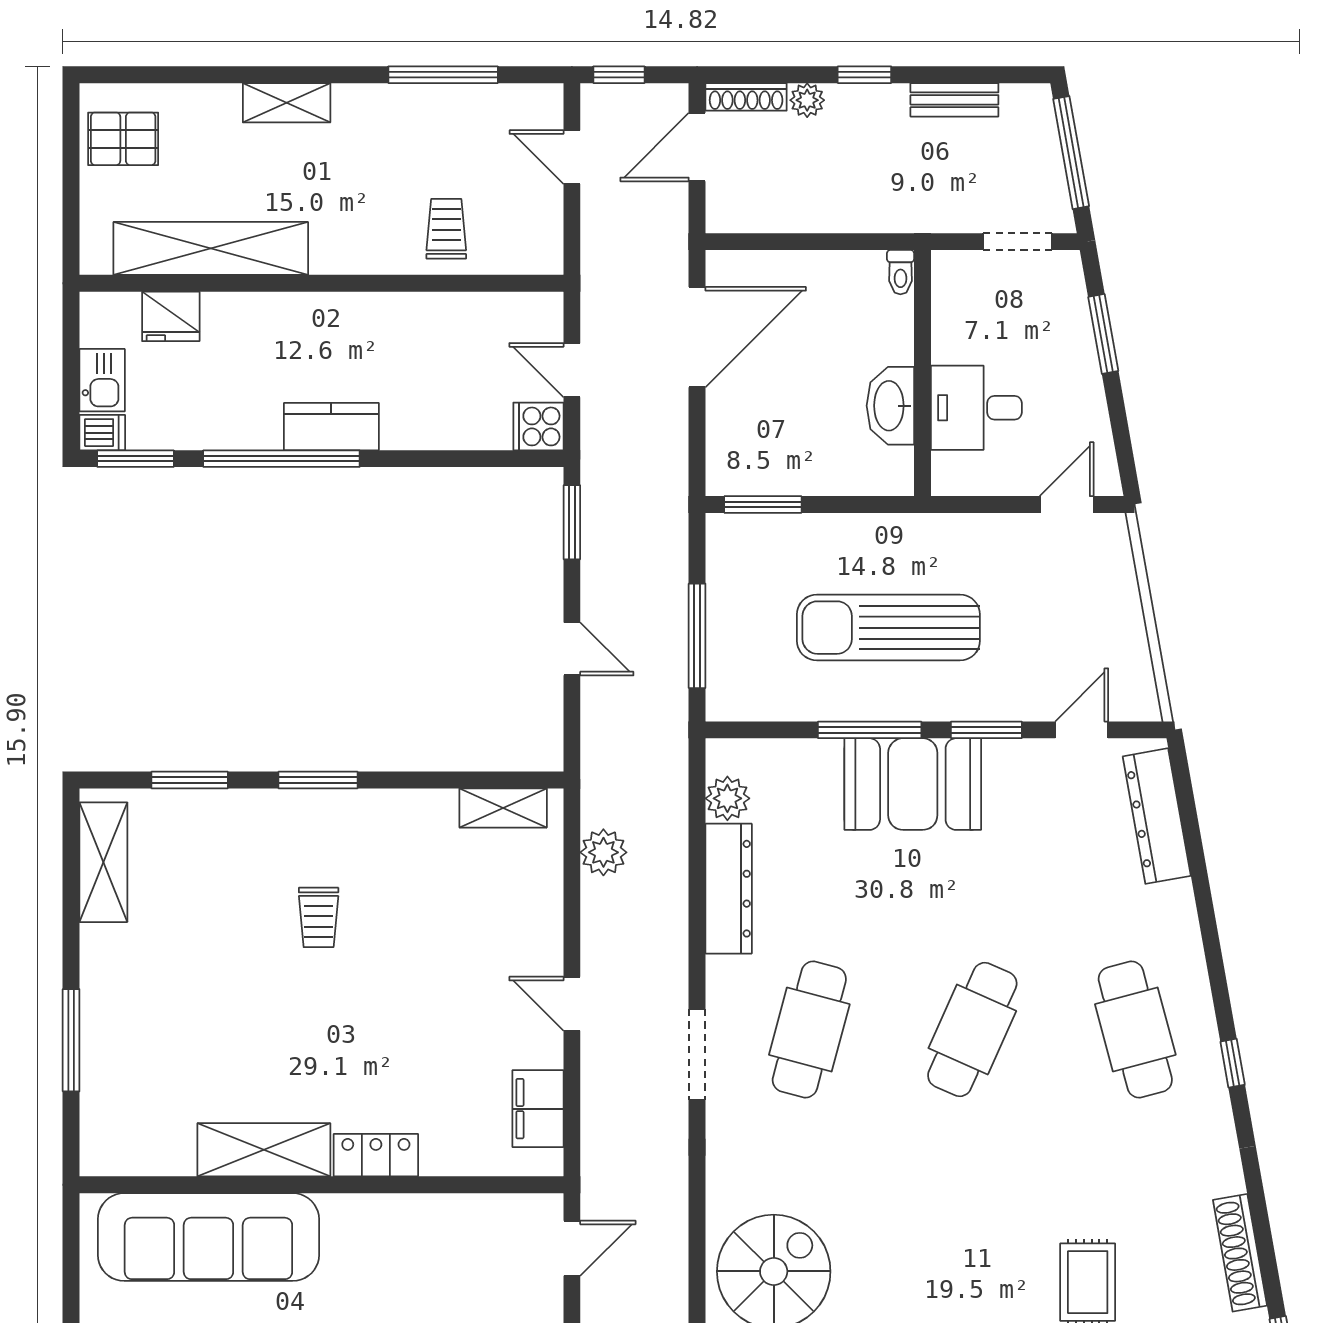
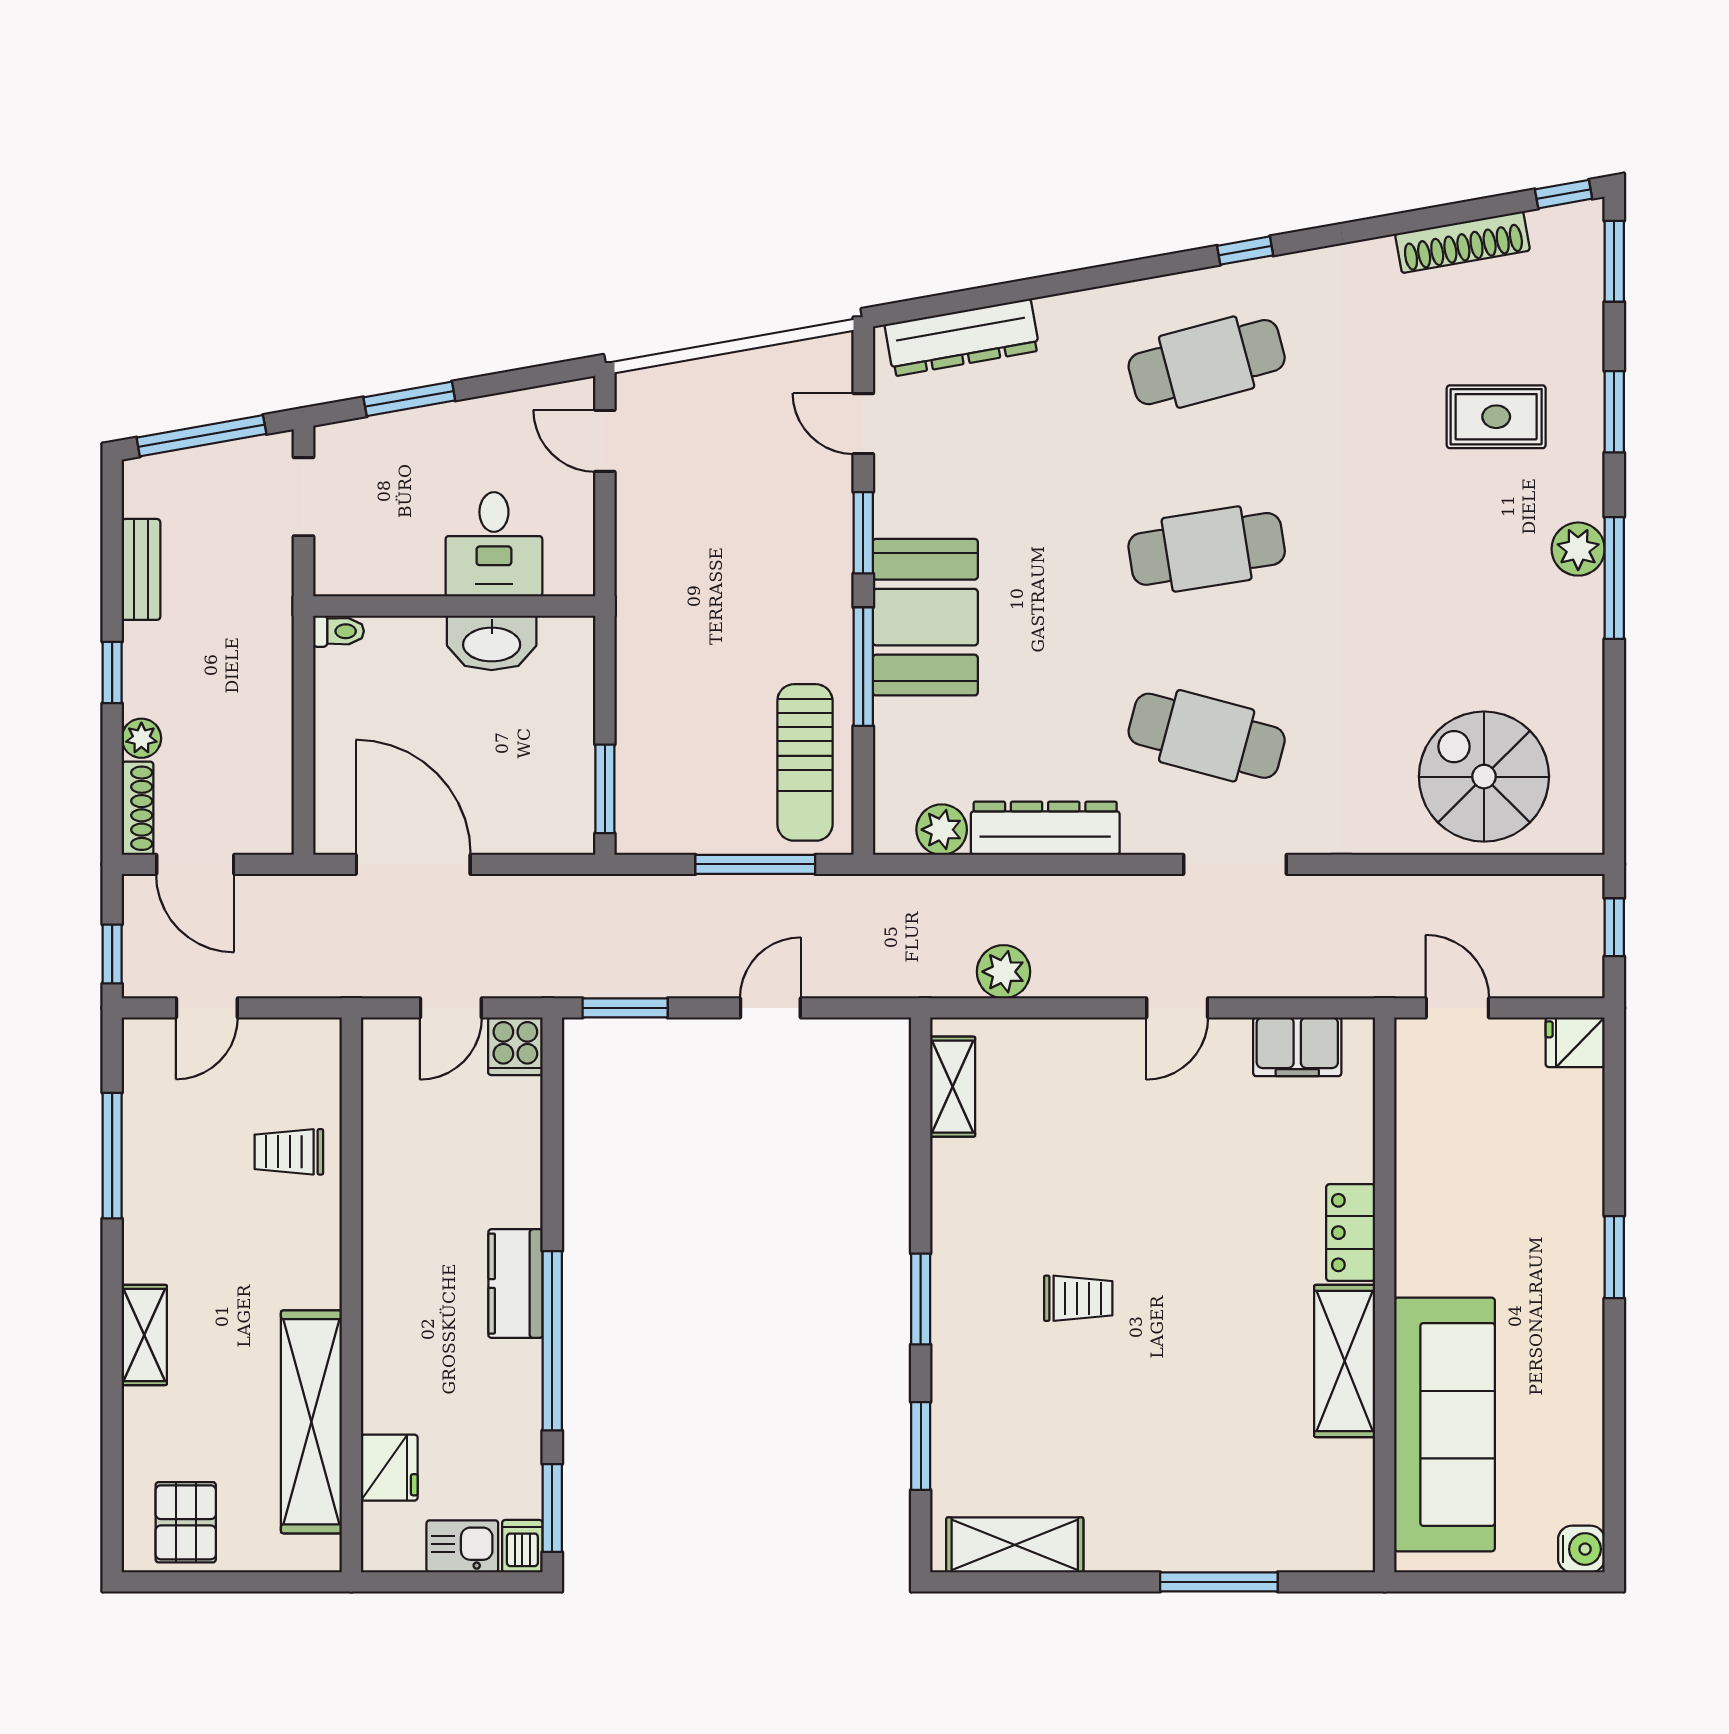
sun lounger: (888, 628) -> (805, 762), moved, width x0.73, depth x0.75
cafe table: (972, 1030) -> (1207, 549), turned -33

